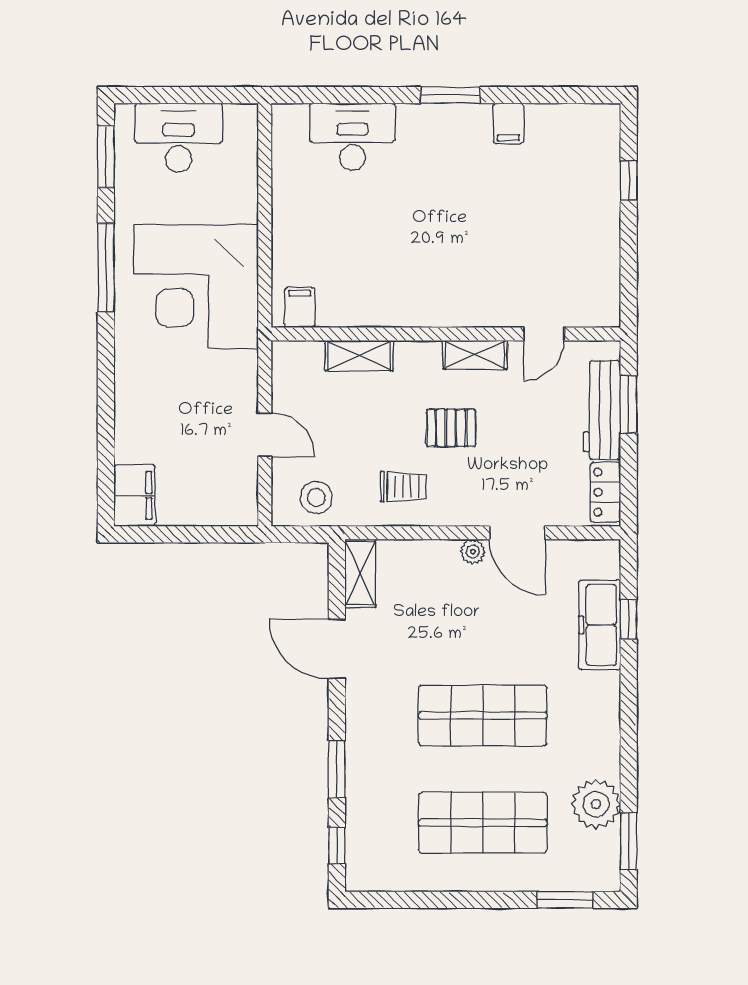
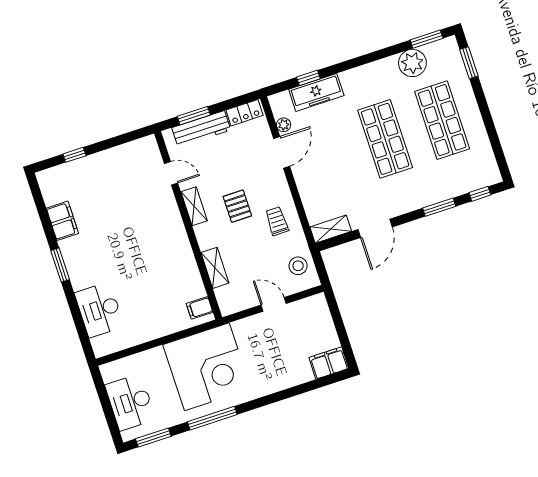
filing cabinet: (508, 123) -> (62, 221), width x2.00
door: (265, 435) -> (274, 304), hinge flipped
plant: (473, 552) -> (284, 125), moved

